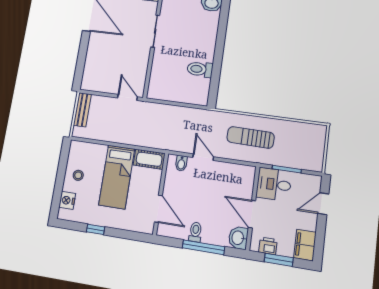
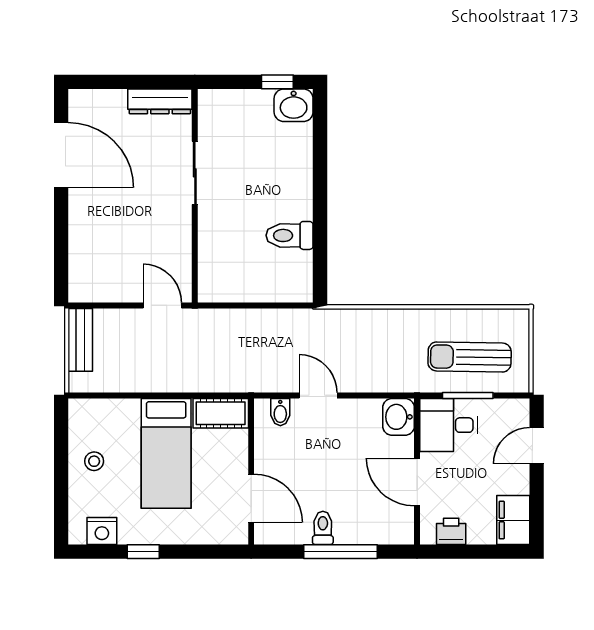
sun lounger: (251, 137) -> (470, 357), moved
nightstand: (67, 200) -> (102, 531), moved, turned -90
washbasin: (238, 238) -> (399, 417), moved
window: (279, 260) -> (472, 552), removed

